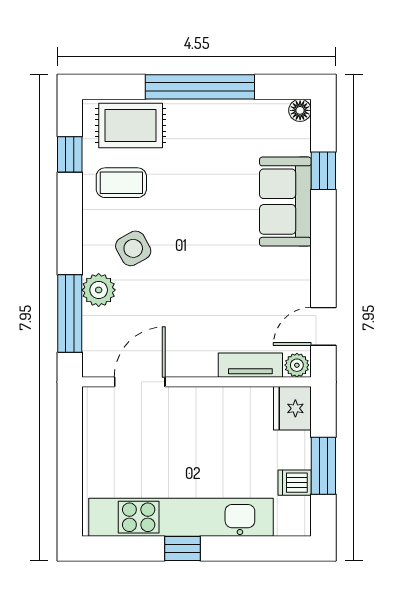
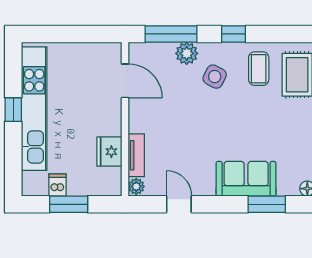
window: (70, 154) -> (234, 34), moved
window: (323, 171) -> (267, 204), width x1.50
side table: (133, 248) -> (215, 77), turned -34
door: (323, 326) -> (179, 204), moved
fridge: (292, 408) -> (109, 152), moved, turned -90

